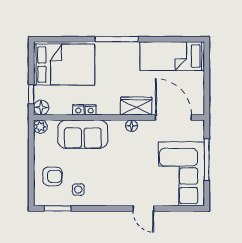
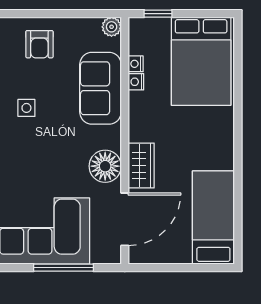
window: (117, 39) -> (238, 137), removed
floor lamp: (41, 108) -> (139, 28), removed
nightstand: (91, 110) -> (136, 64), moved
floor lamp: (131, 126) -> (105, 166), width x1.89, depth x1.89
side table: (78, 190) -> (26, 108), moved

